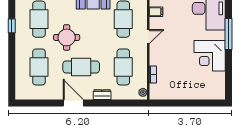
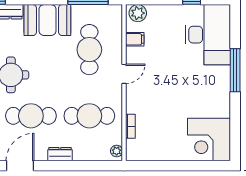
corner desk: (210, 56) -> (209, 139), moved
cafe table: (123, 67) -> (89, 116), turned 90
door: (73, 103) -> (20, 166), hinge flipped

